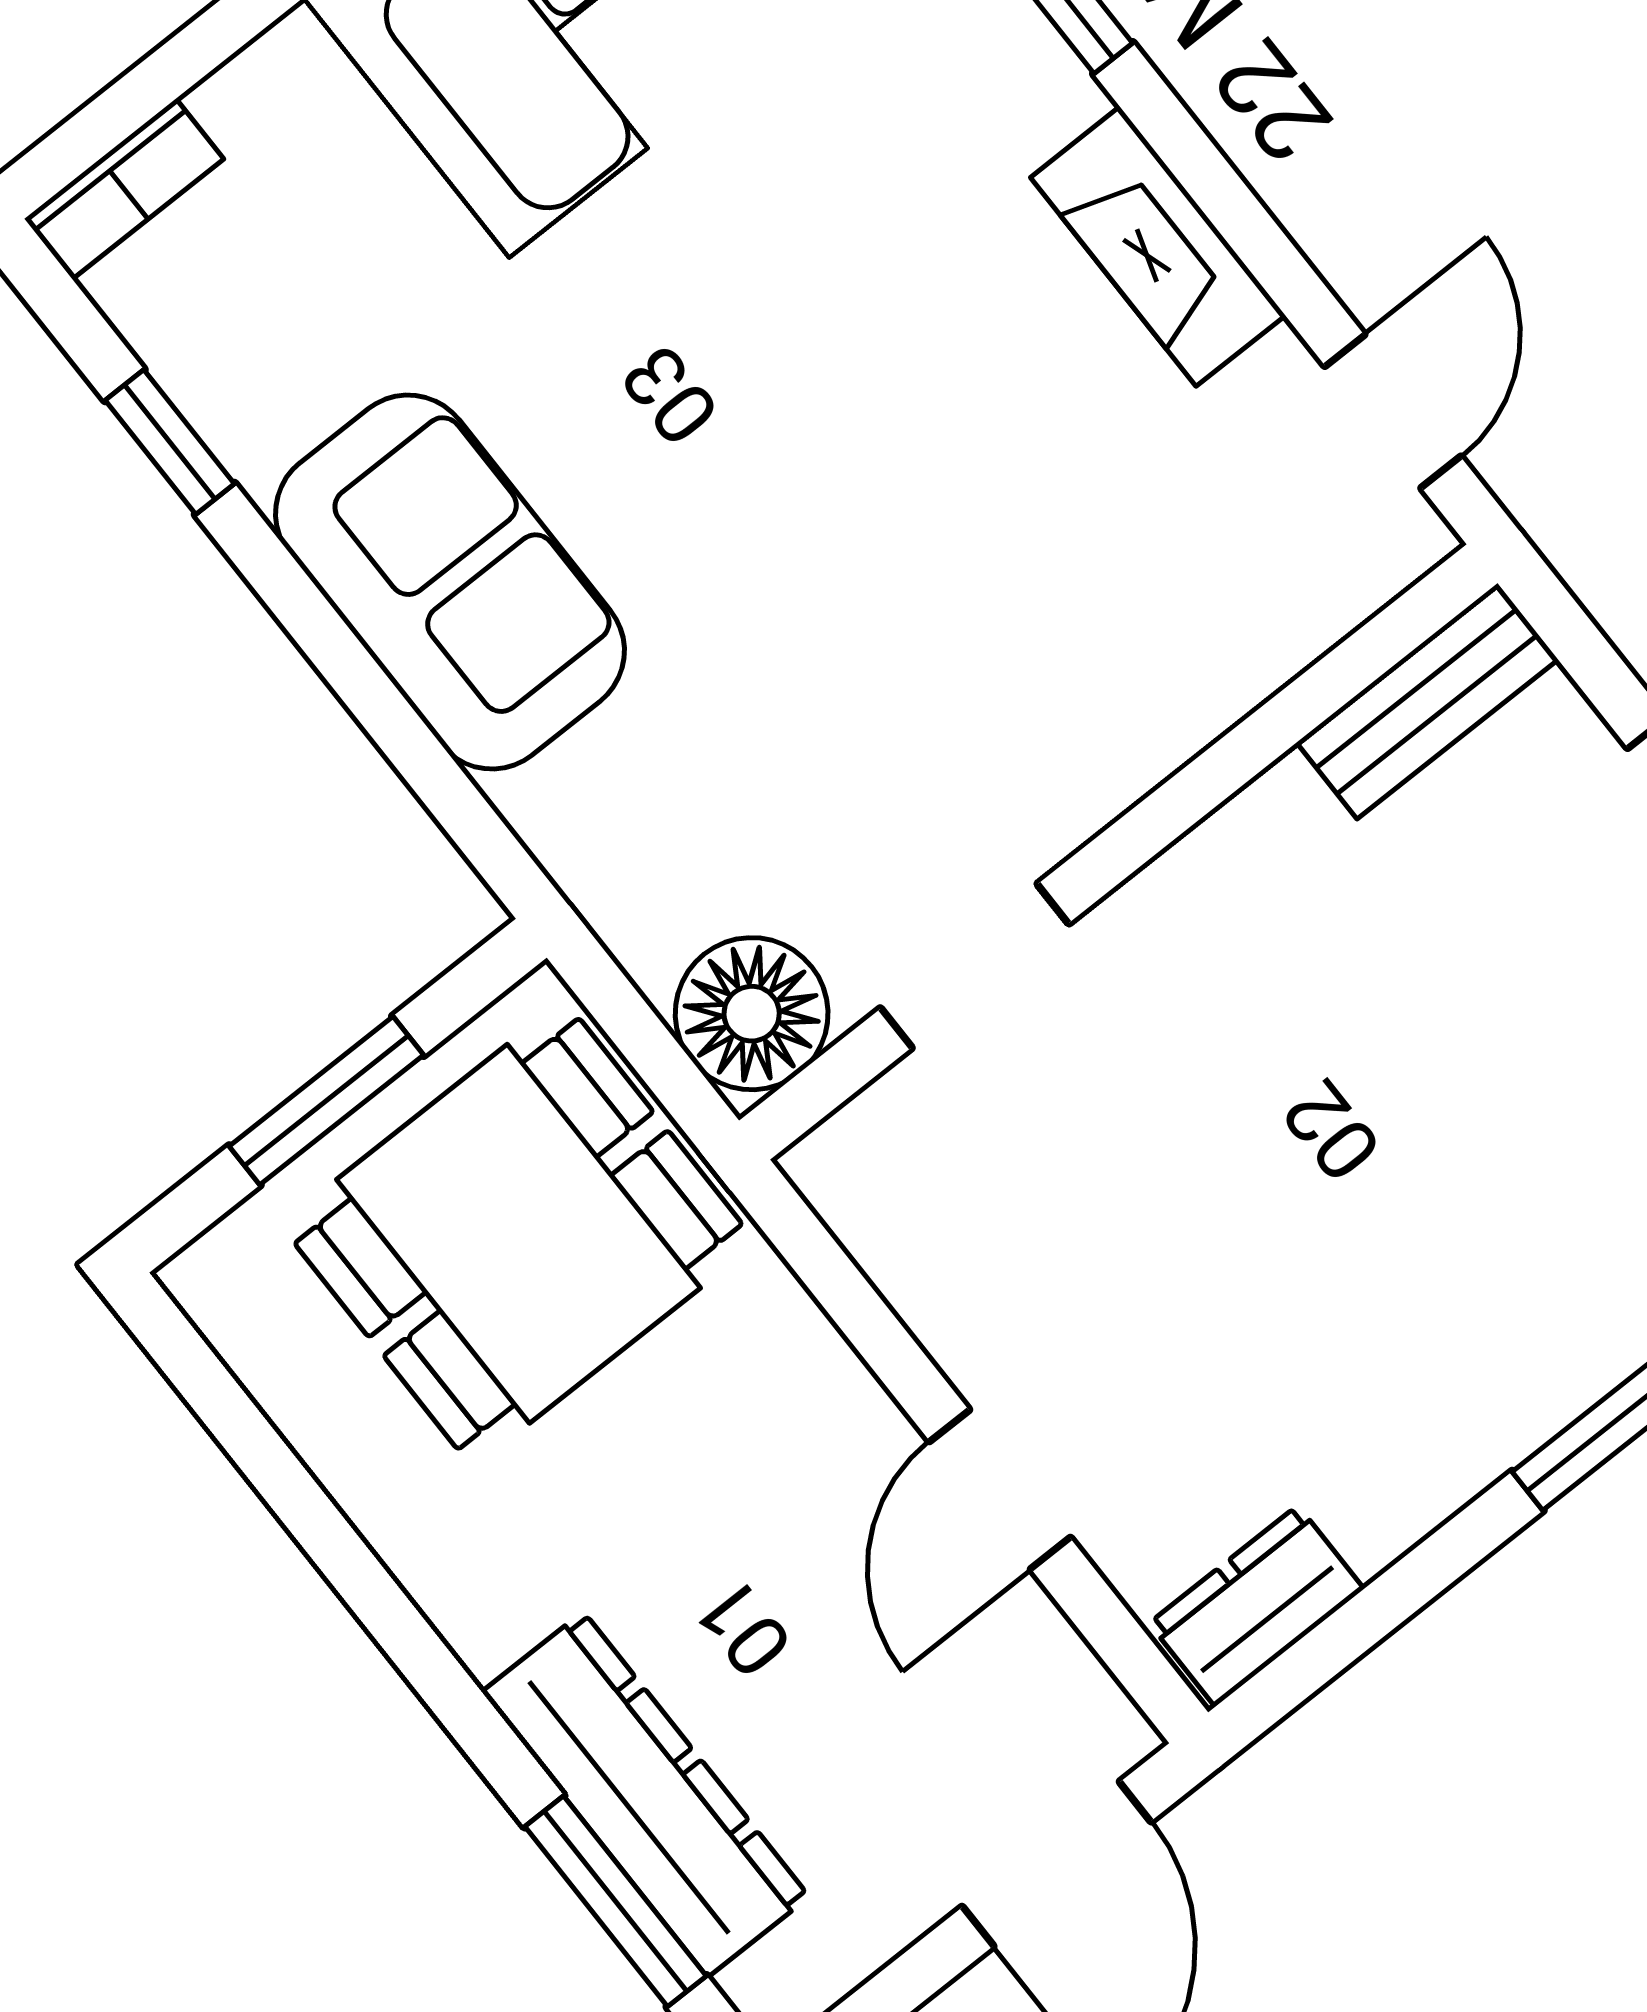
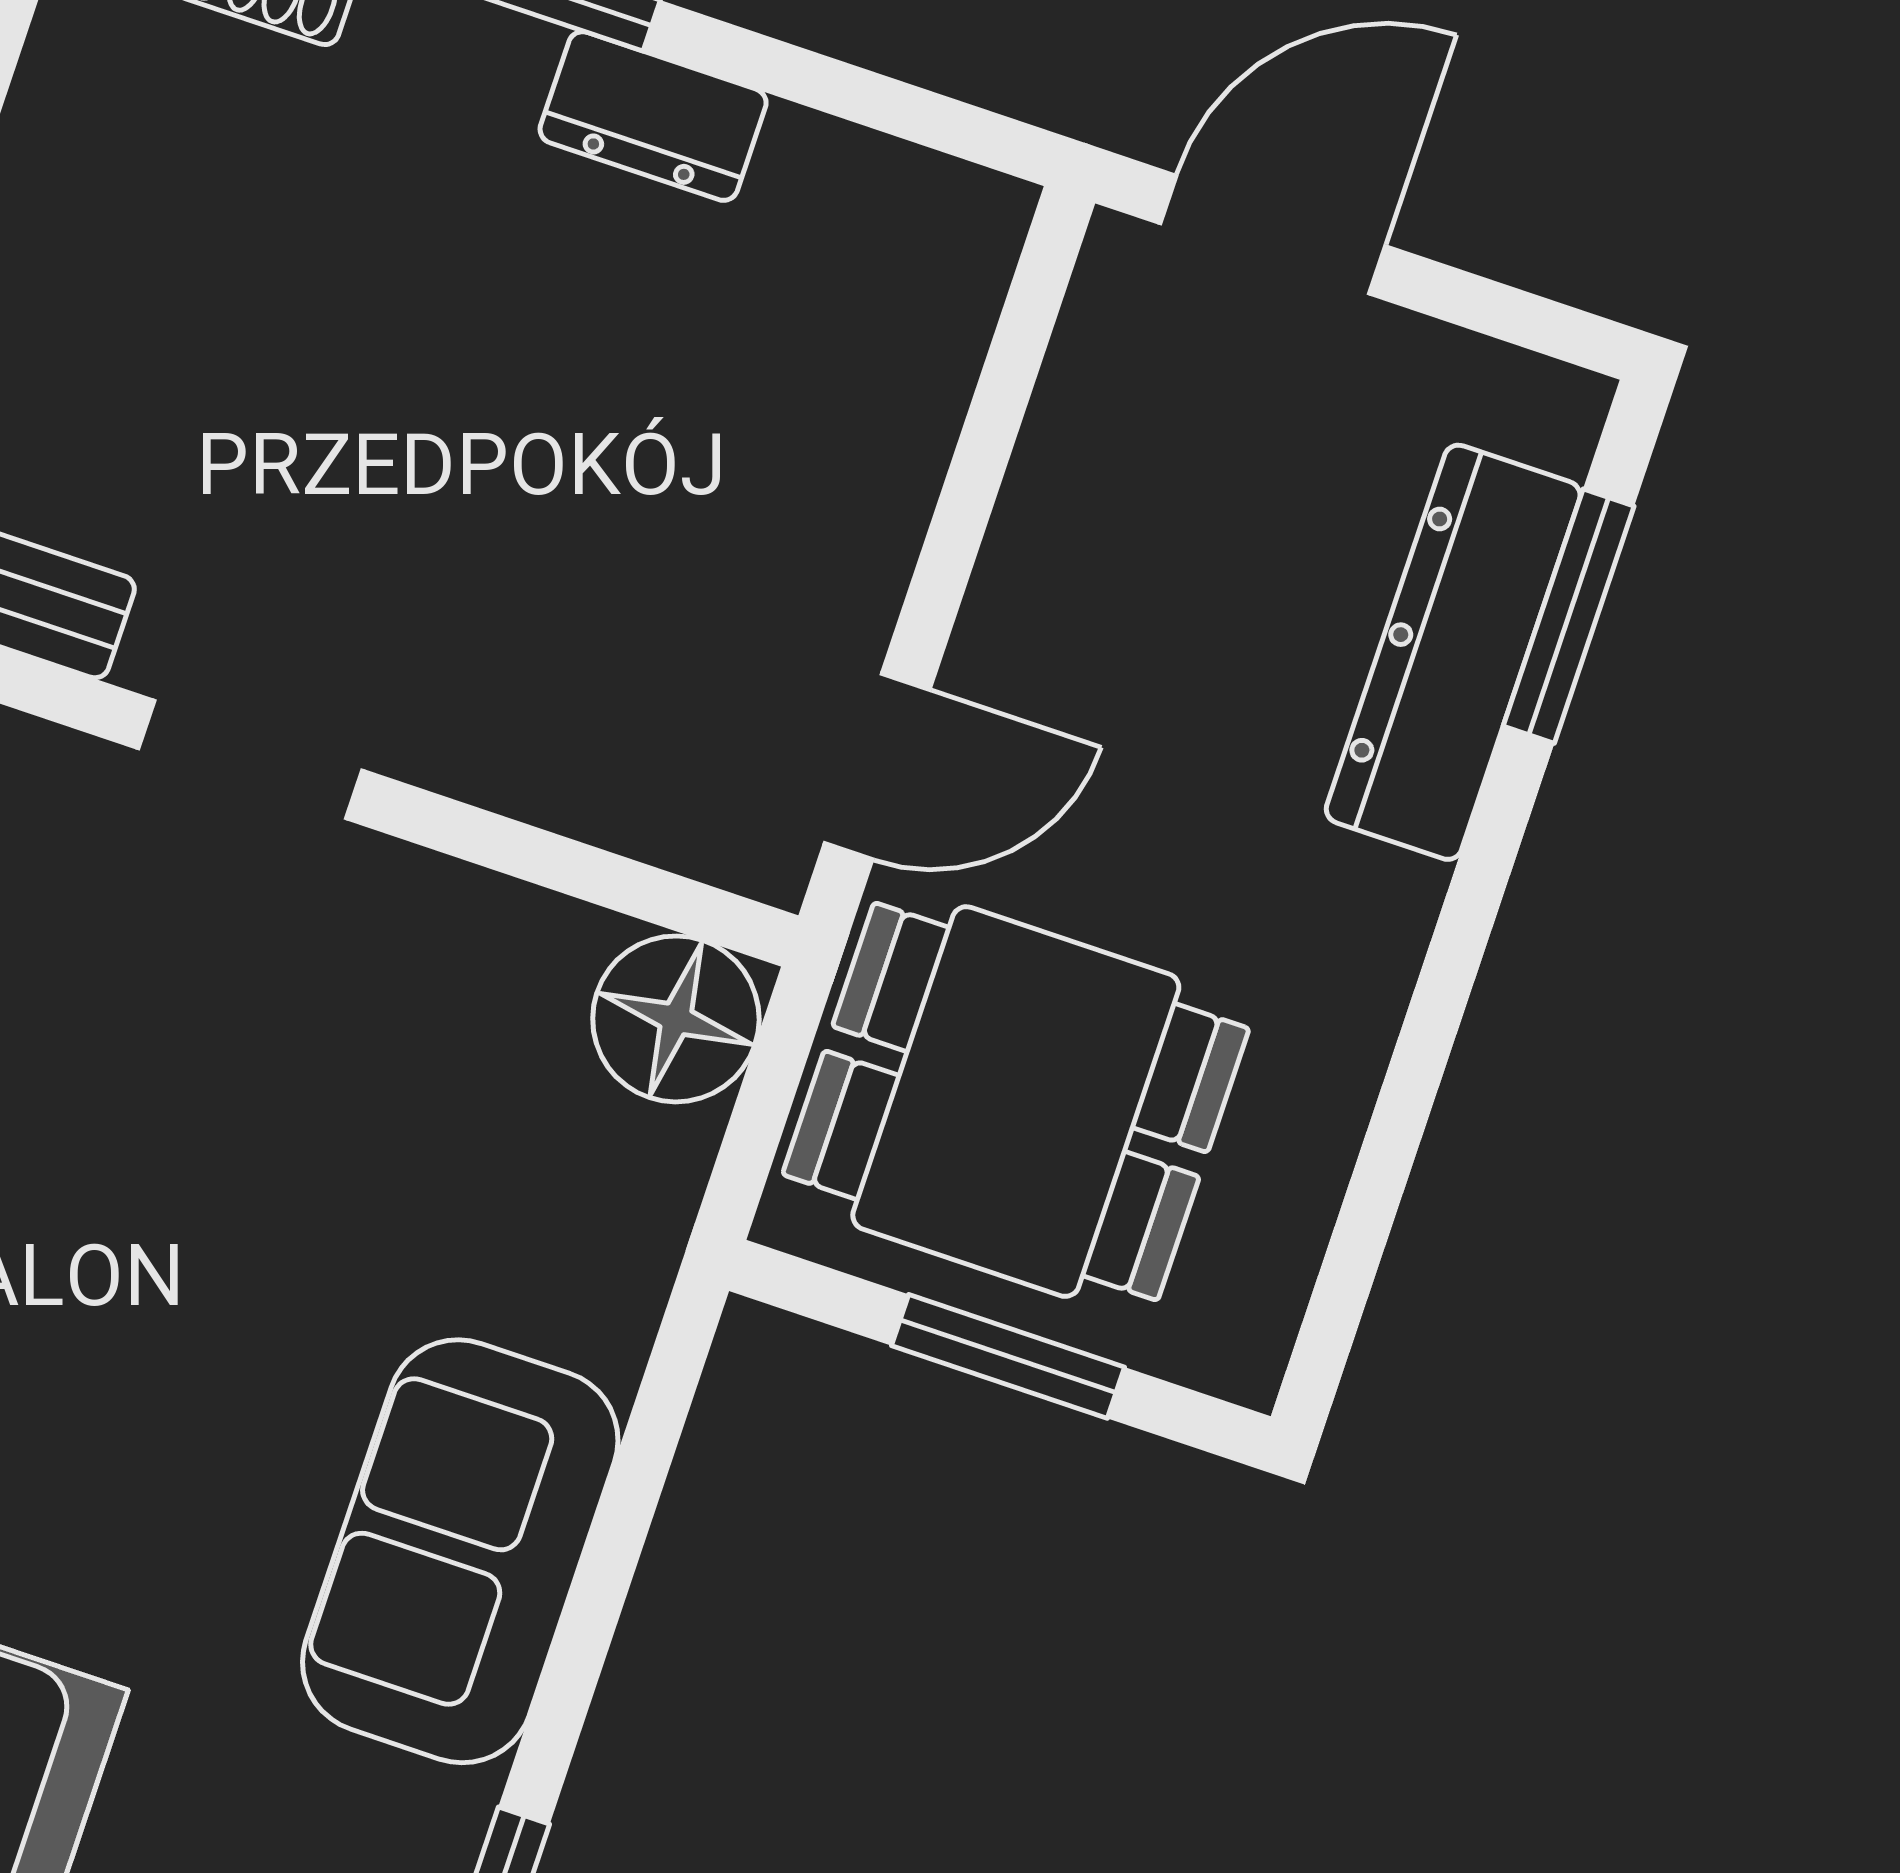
doorway: (975, 966) -> (250, 759), moved
door: (1000, 1490) -> (877, 767), moved
dresser: (1256, 1606) -> (653, 116), moved

